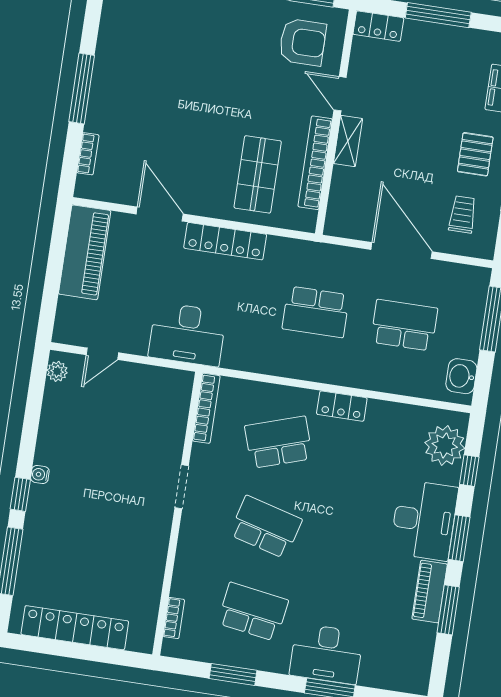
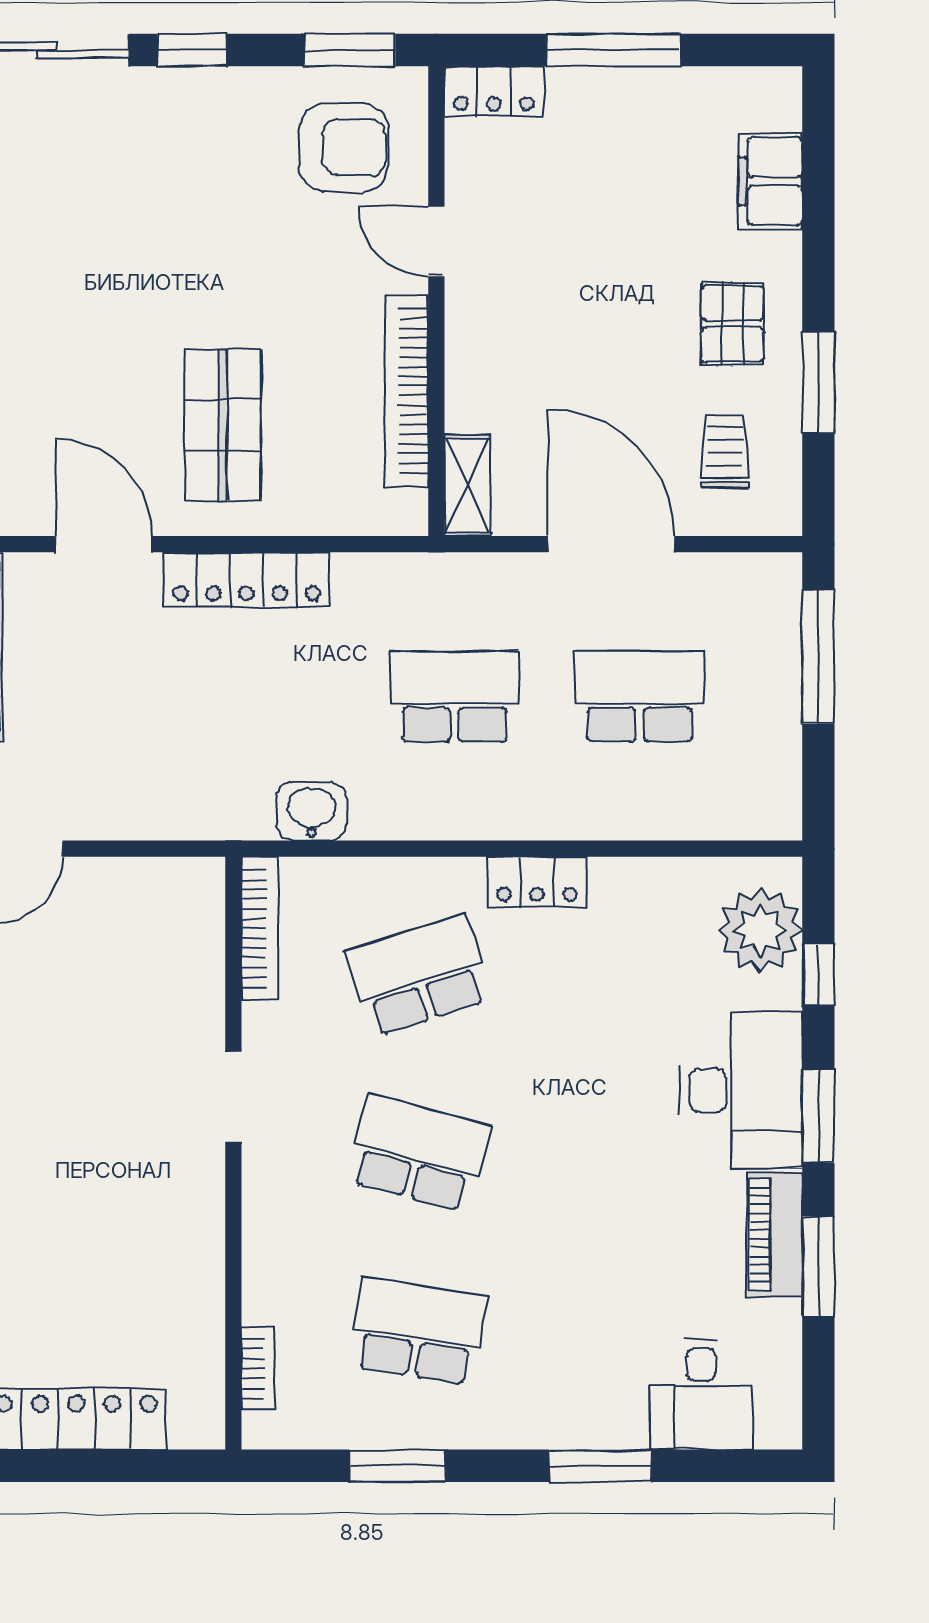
shelving: (348, 141) -> (467, 485), moved
shop shelf: (258, 174) -> (223, 425), moved
school desk: (316, 312) -> (454, 696), turned 180
desk: (187, 334) -> (198, 782), removed
washbasin: (461, 376) -> (311, 811), moved, turned 90
desk: (326, 654) -> (701, 1394), moved, width x0.73

